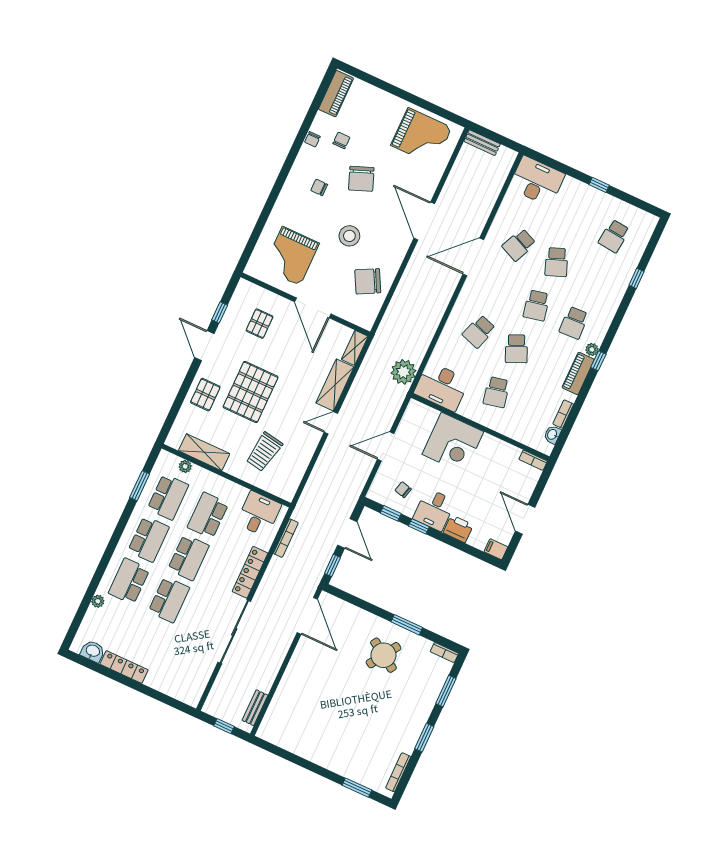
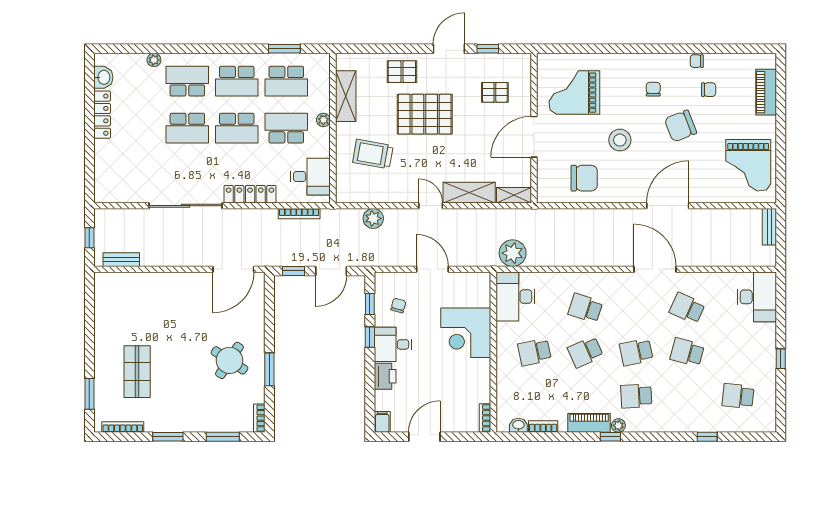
piano: (336, 94) -> (766, 92), moved, turned 90
school desk: (556, 262) -> (687, 352), turned 36
chair: (368, 281) -> (584, 178), turned 118
plant: (185, 466) -> (323, 120), moved
plant: (319, 477) -> (373, 218), added
shop shelf: (357, 738) -> (137, 372), added

